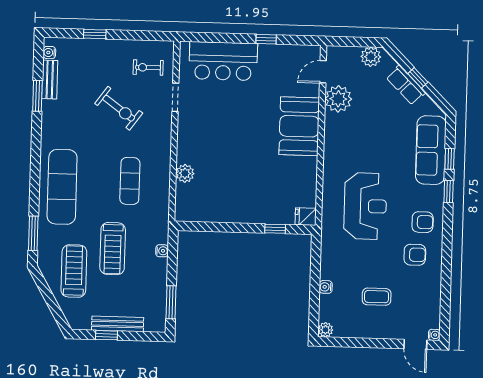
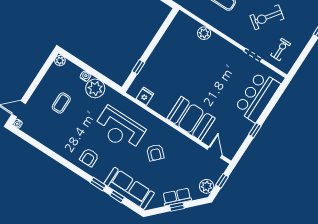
window: (353, 42) -> (222, 181), added
plant: (338, 99) -> (95, 88), moved
fridge: (306, 217) -> (145, 96), moved
armchair: (415, 255) -> (155, 153), moved, turned -46

